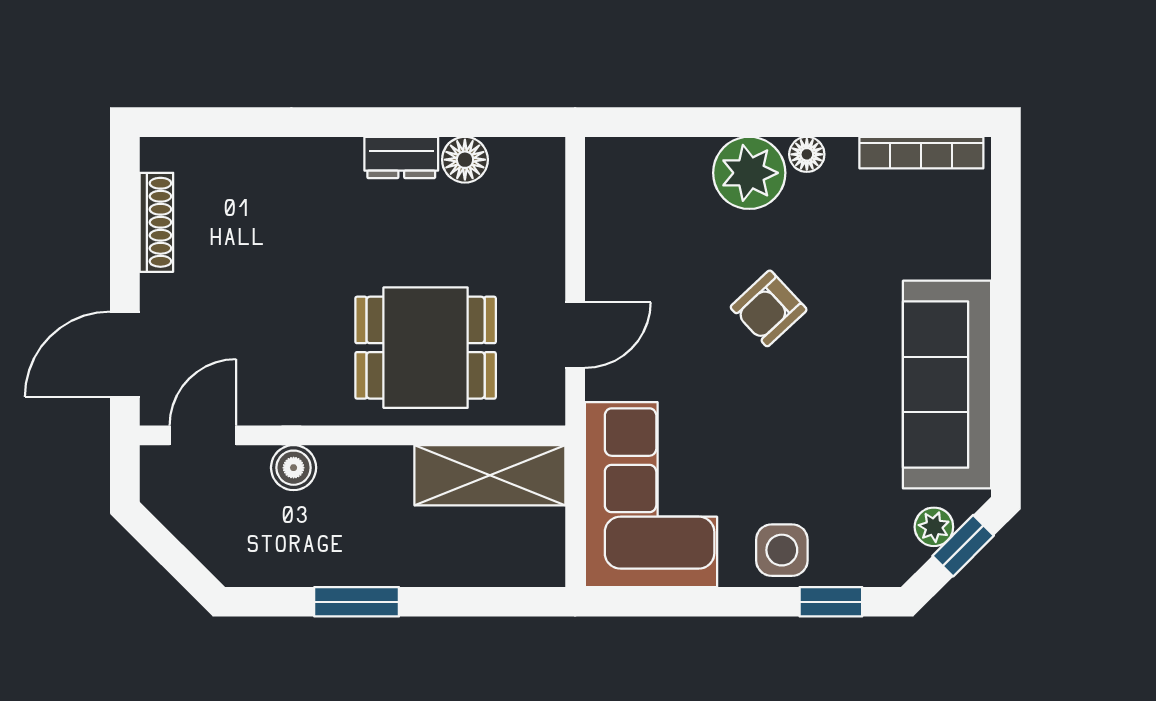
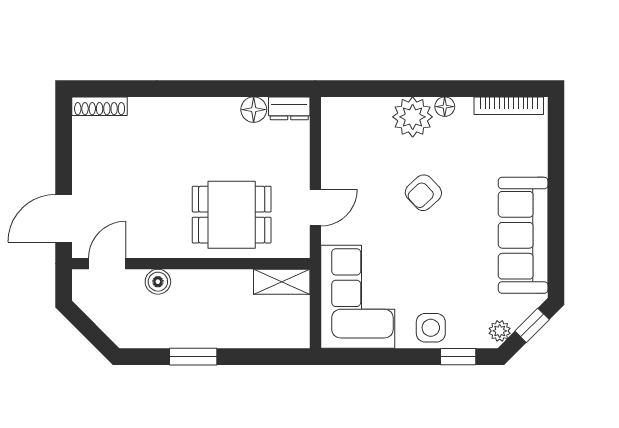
dresser: (401, 157) -> (289, 108), moved
shoe rack: (156, 222) -> (100, 106), moved, turned 90
shelving: (490, 475) -> (282, 282), width x0.67, depth x0.75
plant: (934, 527) -> (500, 331), moved

